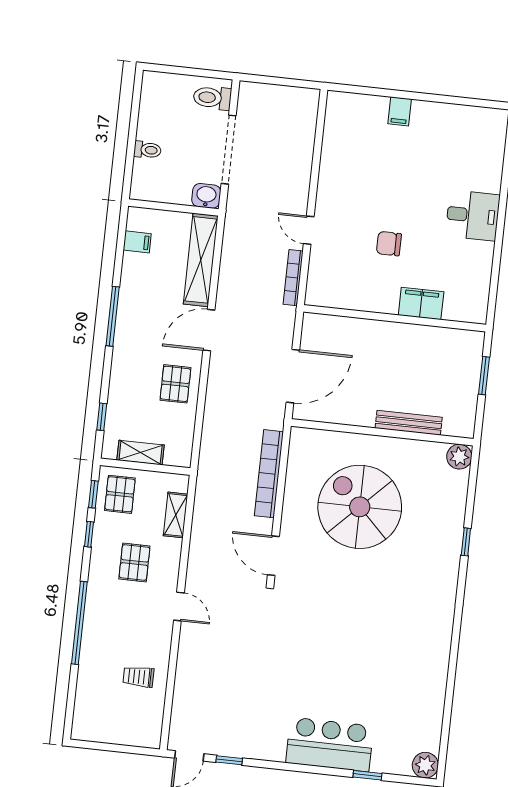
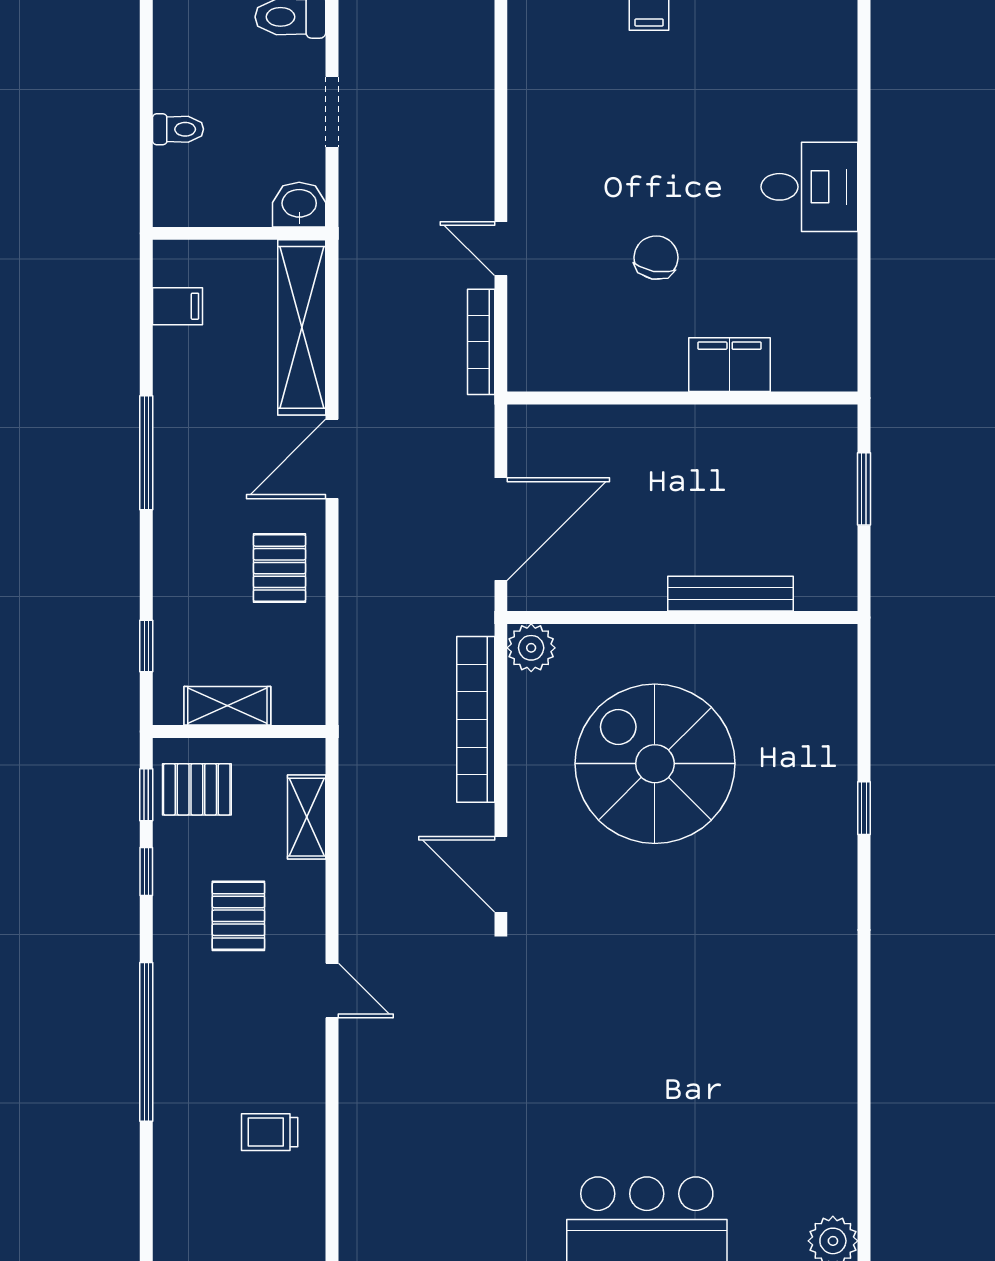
doorway: (229, 150) -> (332, 112), width x0.53
chair: (389, 244) -> (656, 258), turned 100
plant: (459, 457) -> (531, 648), moved
pallet: (120, 494) -> (197, 789), turned 90

